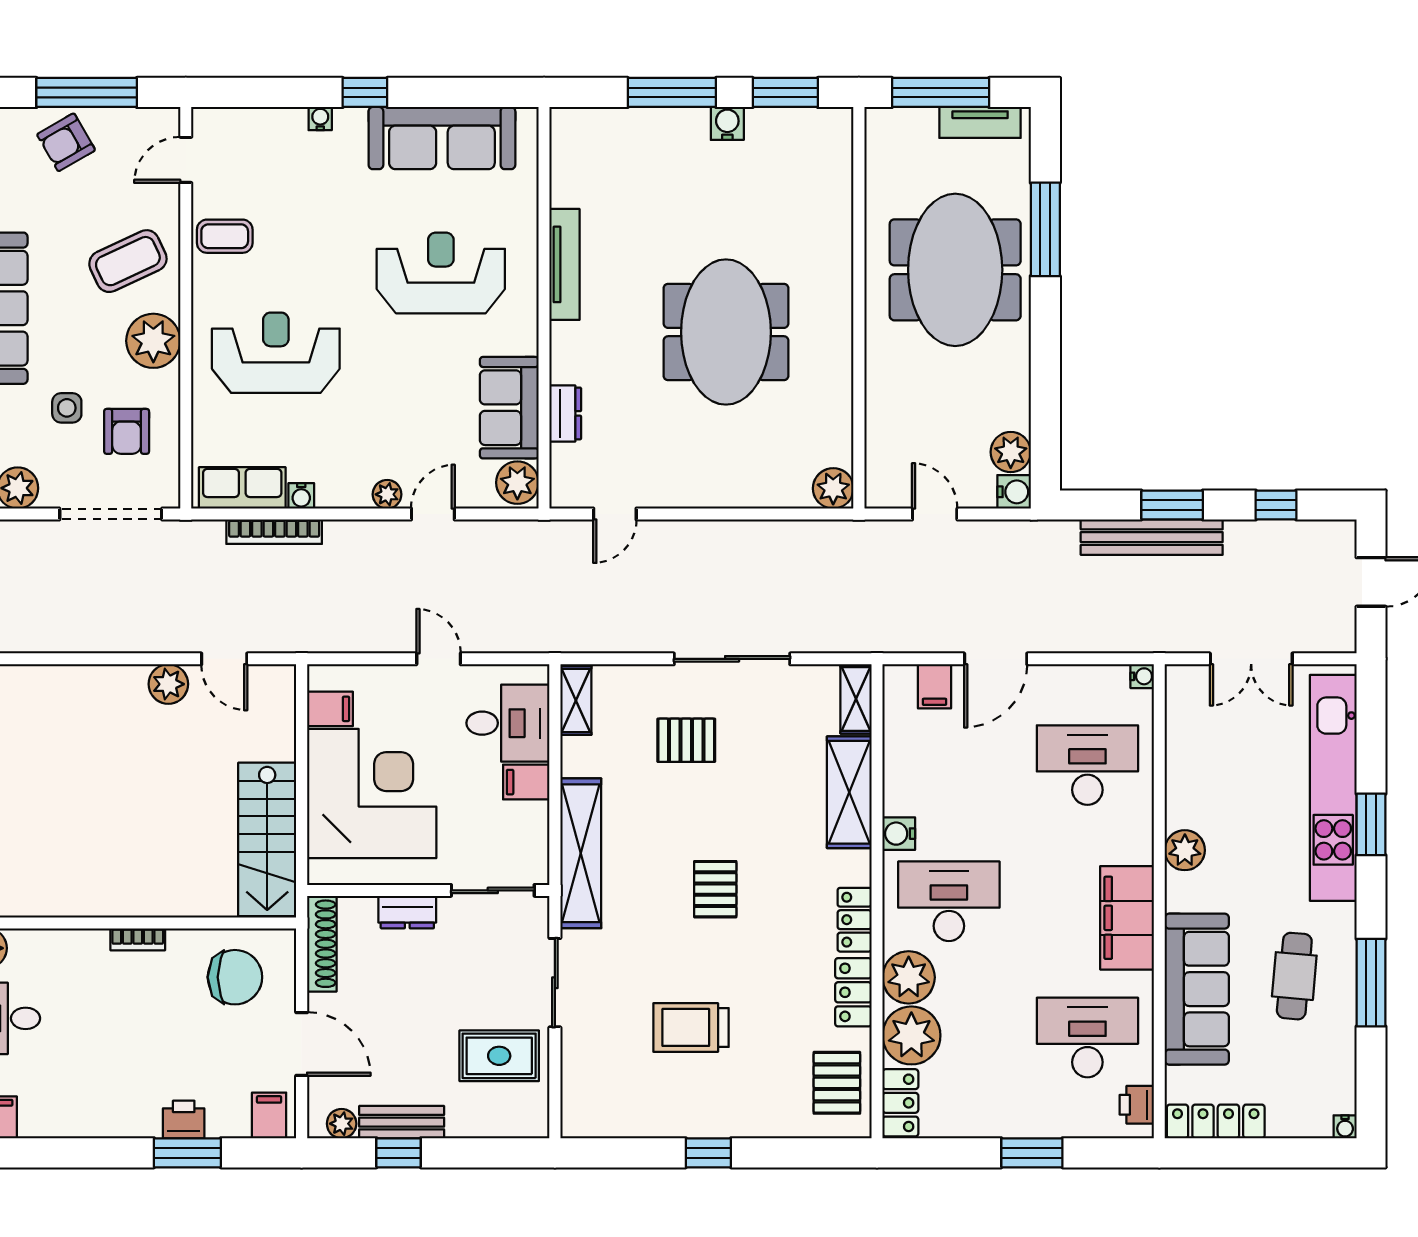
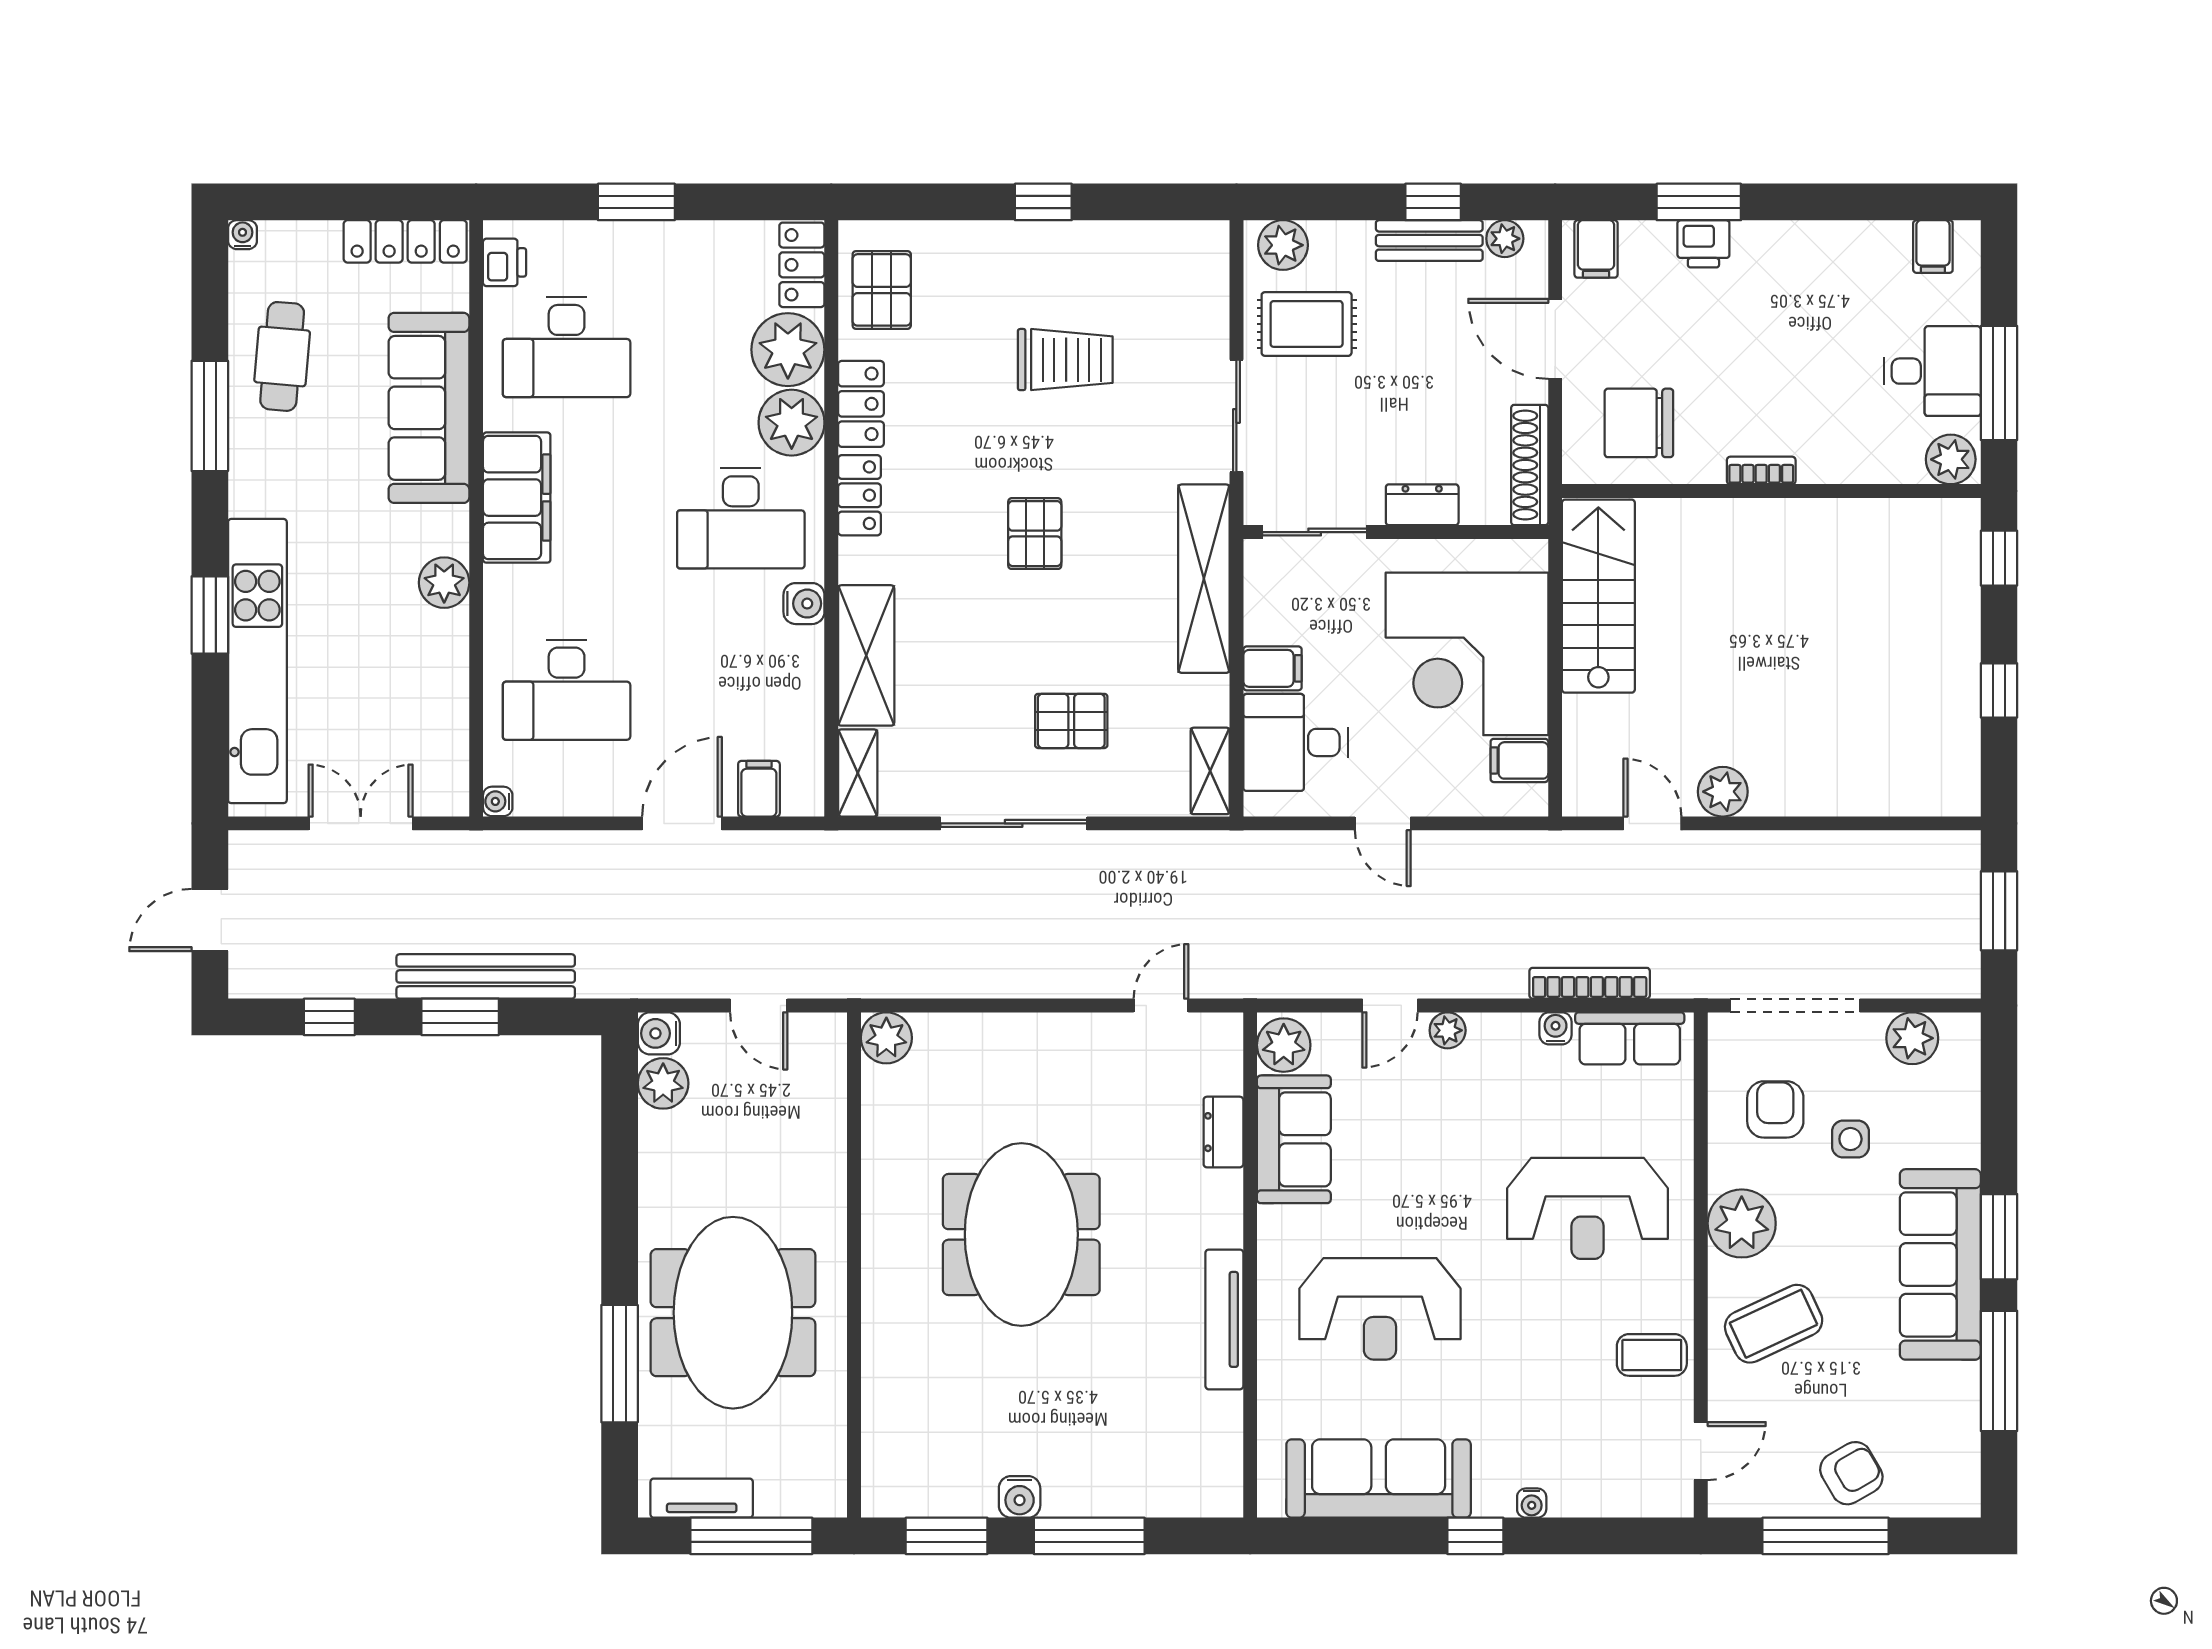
cafe table: (1294, 976) -> (282, 356), moved
plant: (518, 1119) -> (1283, 245), added

